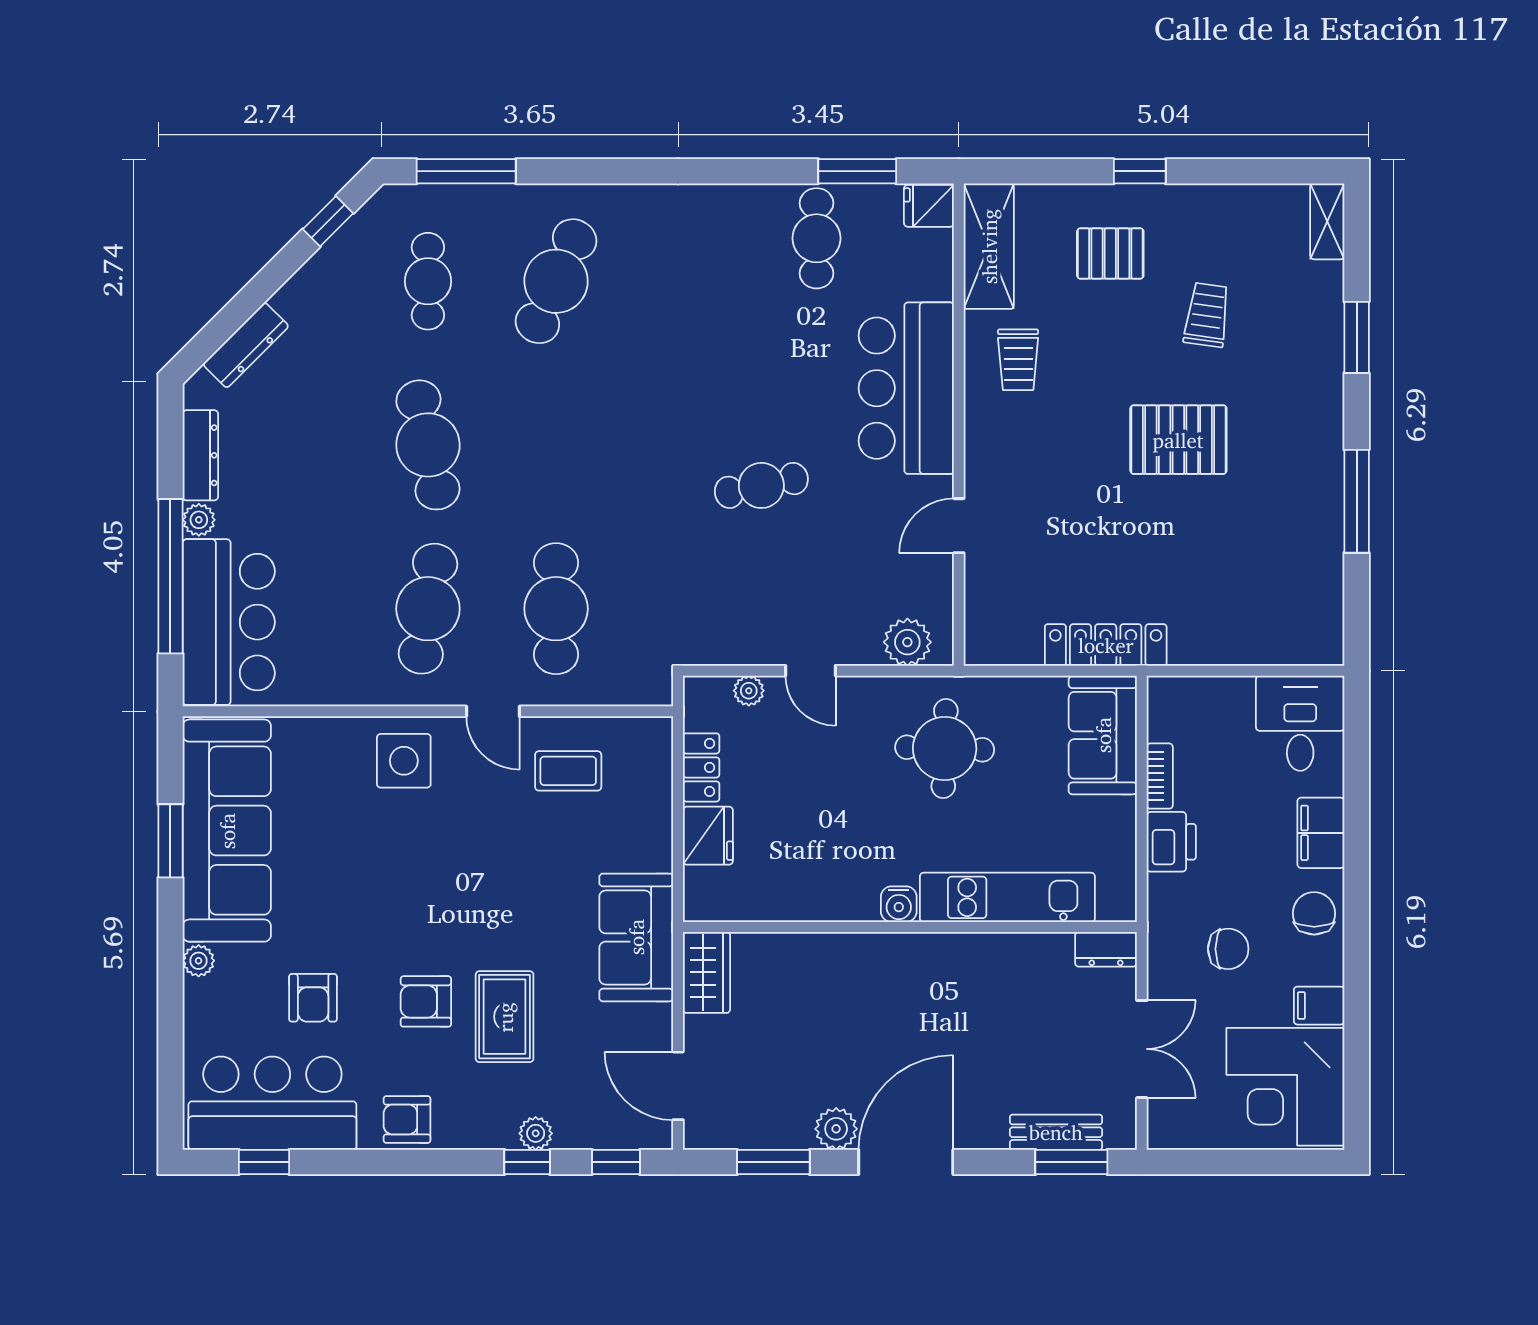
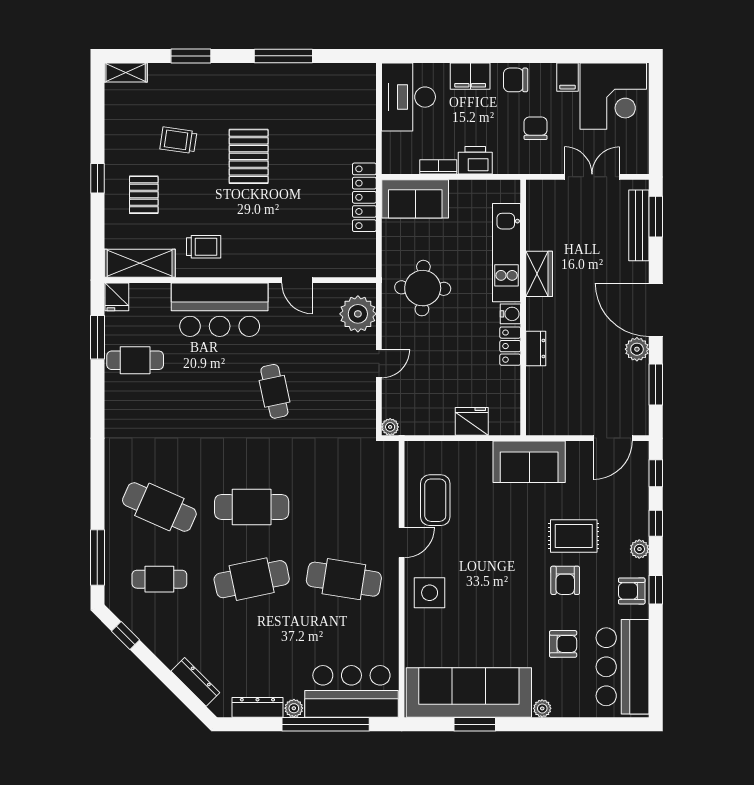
cafe table: (556, 609) -> (252, 507), moved
plant: (907, 642) -> (358, 314), width x1.36, depth x1.36
plant: (749, 691) -> (390, 427), moved
desk: (1300, 723) -> (408, 97), width x1.37
locker: (701, 767) -> (510, 346), moved, turned -90
coffee table: (568, 771) -> (435, 500), width x1.36, depth x1.30
dresser: (1106, 949) -> (536, 348), moved
wardrobe: (707, 972) -> (539, 274), moved, turned 90
armchair: (407, 1120) -> (632, 591), turned 90
bench: (1056, 1132) -> (639, 225), width x1.36
plant: (536, 1133) -> (639, 549), moved
window: (264, 1162) -> (656, 590), moved

